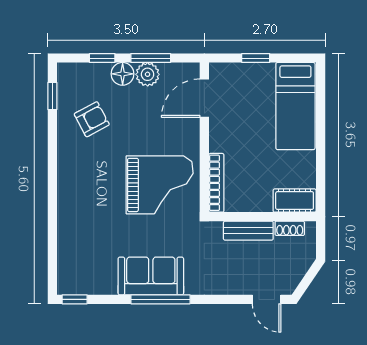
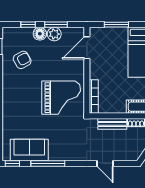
window: (256, 58) -> (116, 25), width x1.50
sofa: (151, 276) -> (29, 150), moved
window: (161, 299) -> (48, 163), moved
door: (267, 299) -> (105, 163), moved

